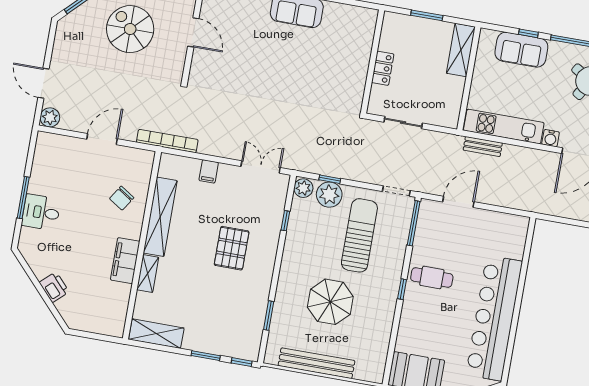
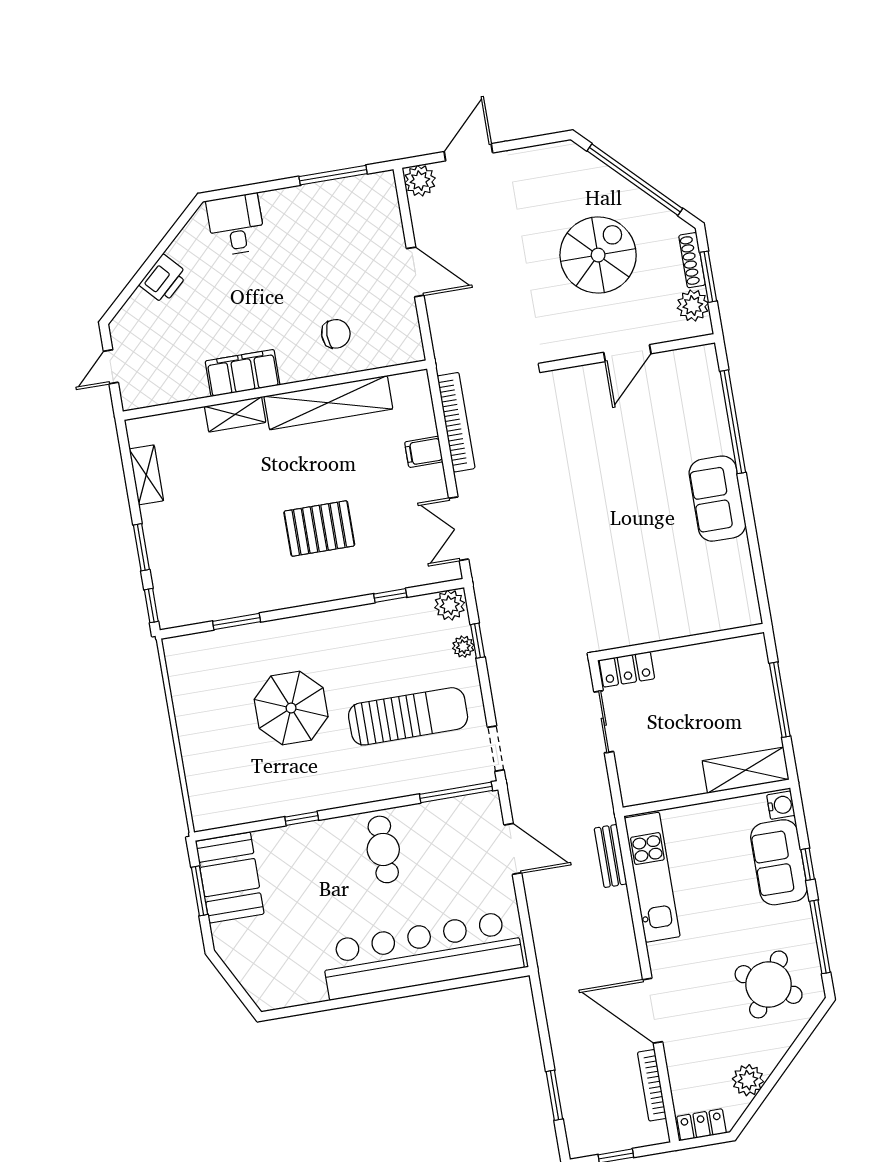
window: (427, 15) -> (780, 700), width x1.44
locker: (383, 68) -> (627, 669), moved
water cooler: (551, 138) -> (781, 805), moved, turned 180
bookcase: (167, 141) -> (456, 422), moved
double door: (261, 167) -> (459, 529), swing flipped
plant: (329, 195) -> (463, 647), width x0.53, depth x0.53
window: (23, 198) -> (333, 175), moved
chair: (122, 198) -> (336, 334), turned 147
desk: (41, 212) -> (236, 225), moved
window: (402, 289) -> (302, 818), moved
bar counter: (494, 318) -> (422, 955), moved
shelving: (156, 334) -> (146, 475), width x0.67, depth x0.75
door: (94, 336) -> (111, 367), added
bench: (316, 363) -> (190, 720), removed

